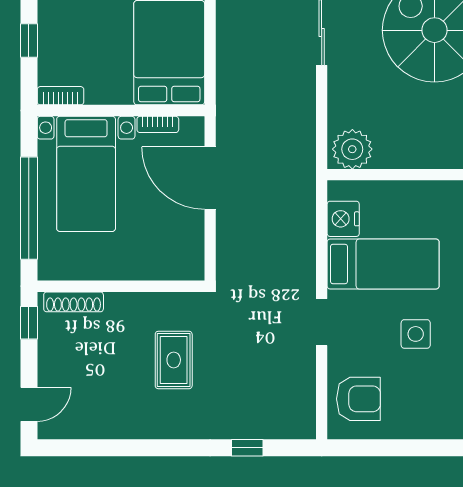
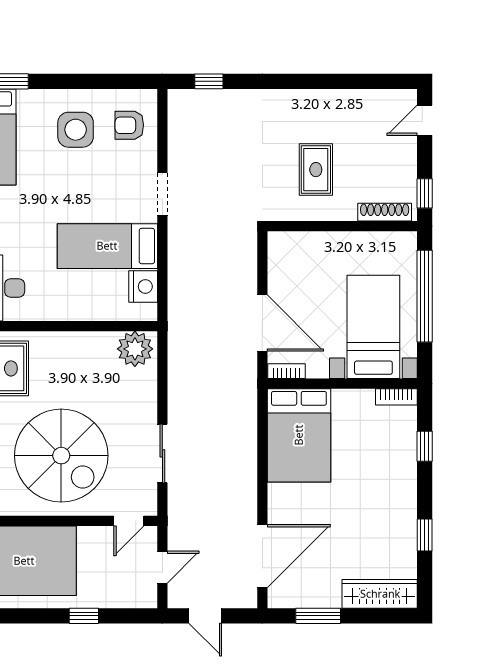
bookcase: (158, 124) -> (286, 371), moved
side table: (416, 334) -> (76, 130), moved, width x1.37, depth x1.37
rug: (174, 360) -> (316, 170), moved
armchair: (358, 399) -> (129, 125), width x0.72, depth x0.72
window: (247, 448) -> (209, 81), moved

